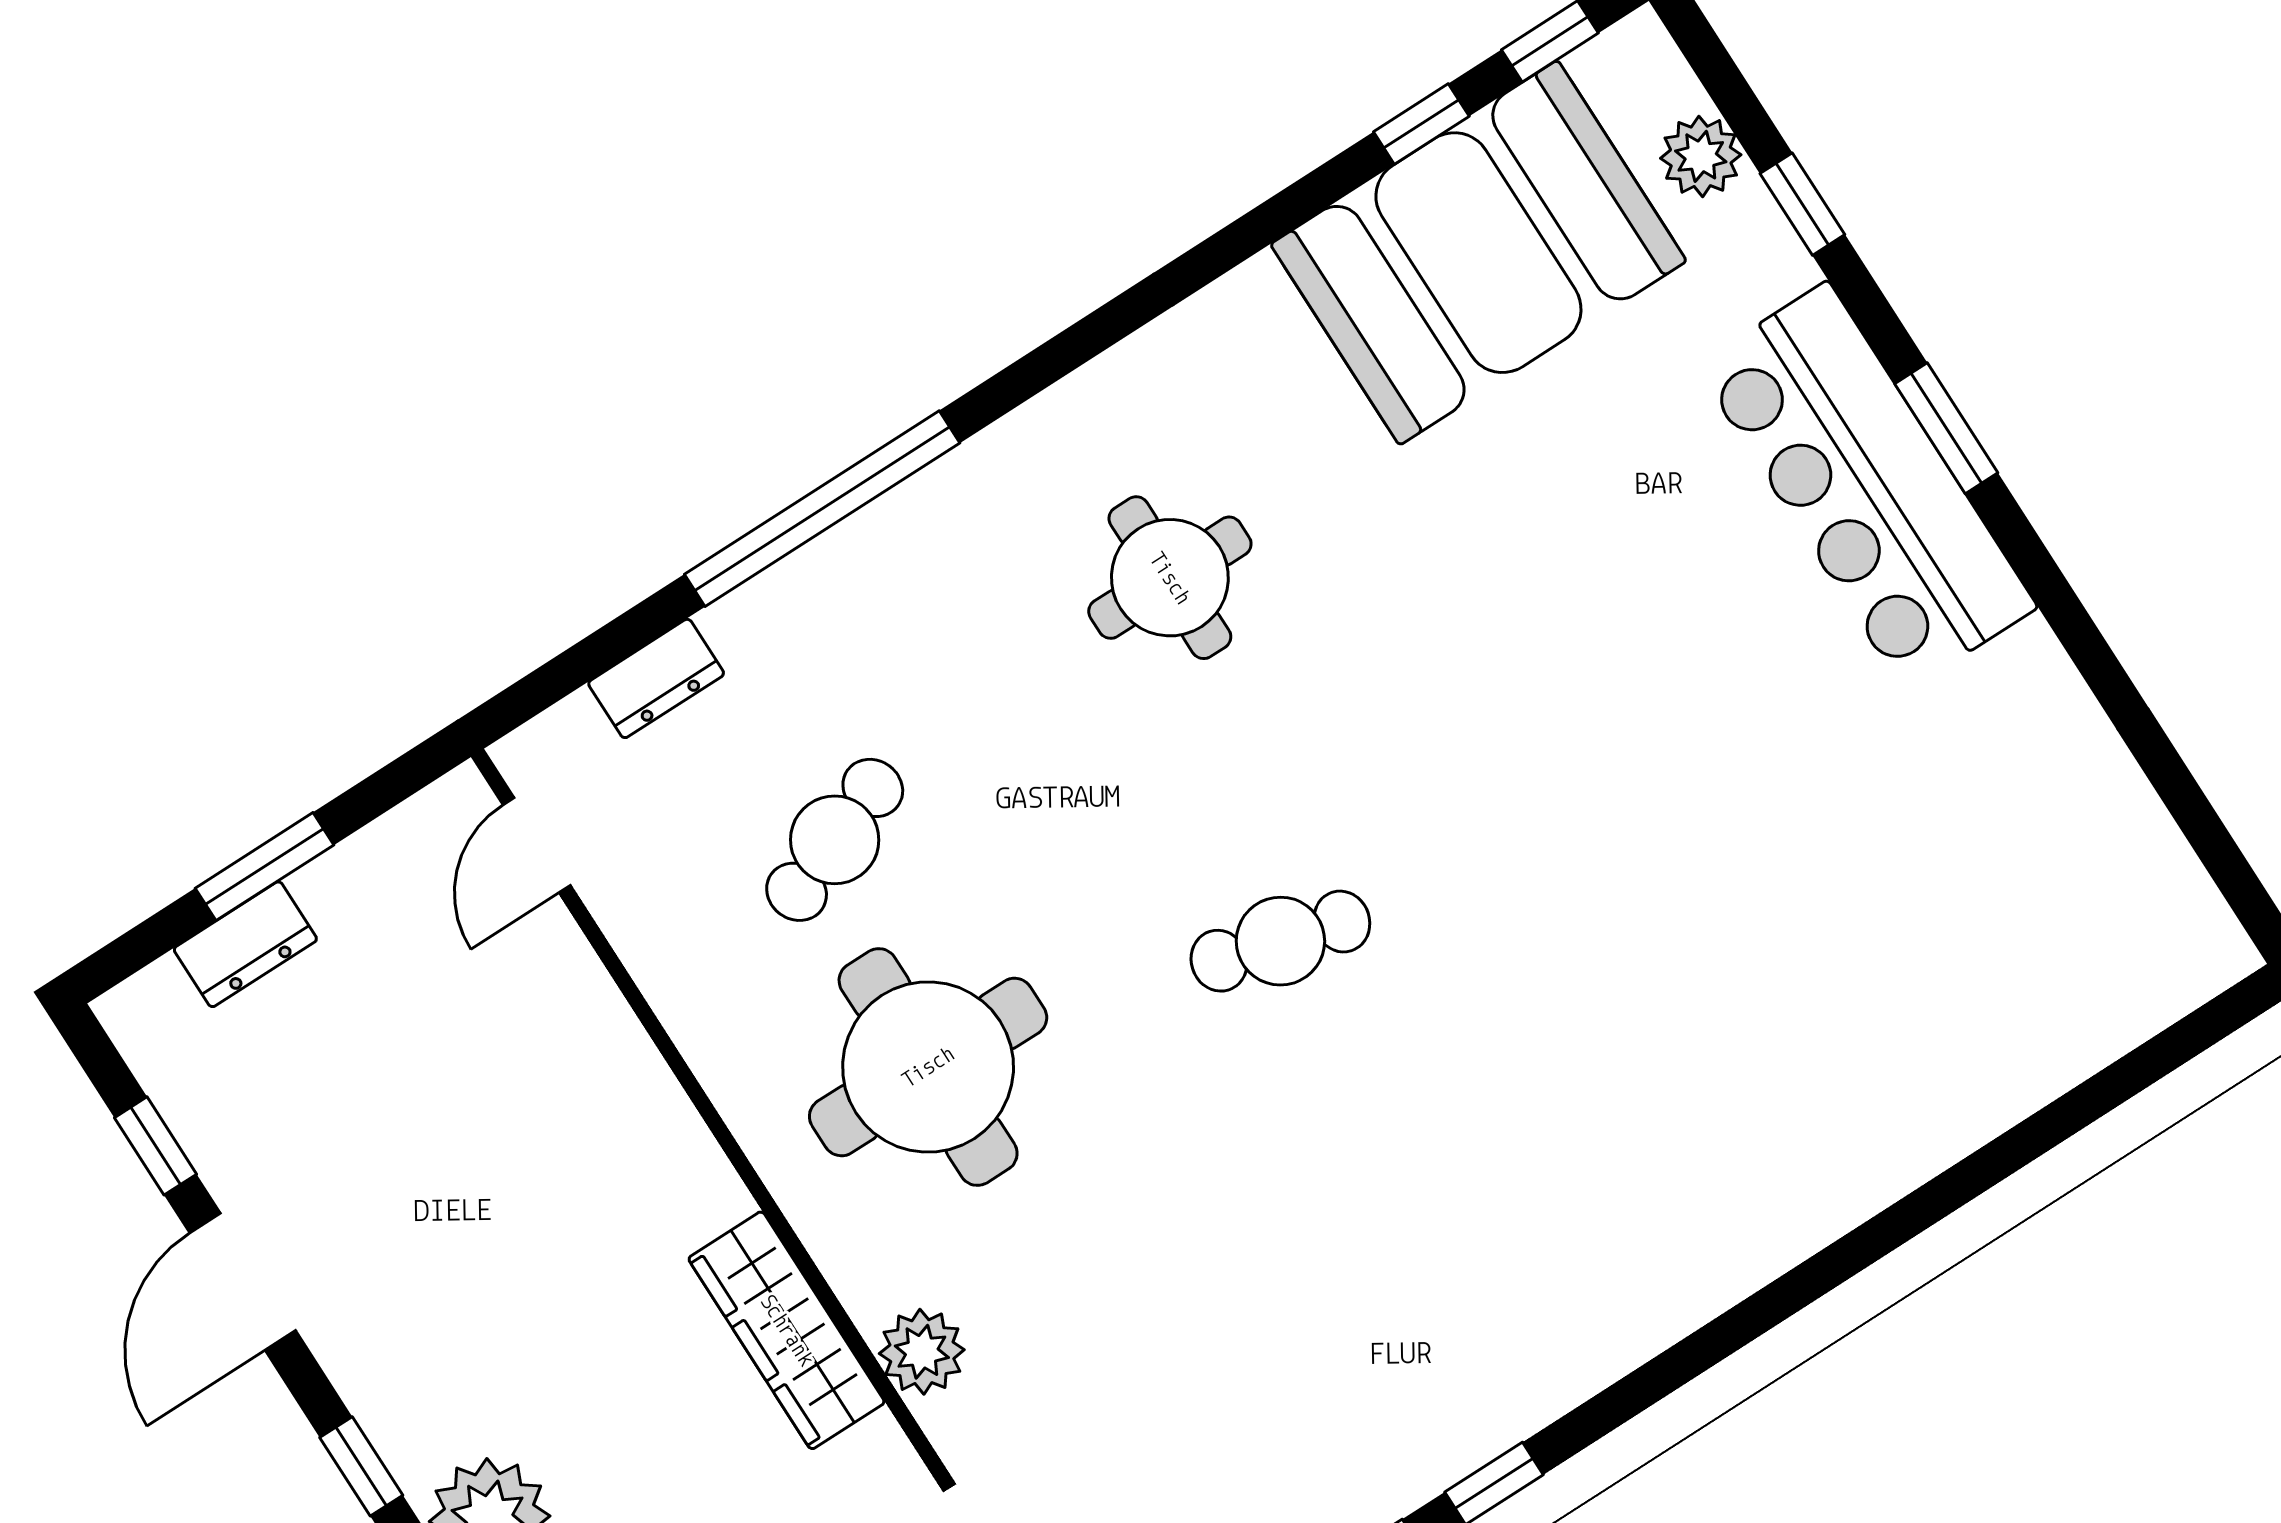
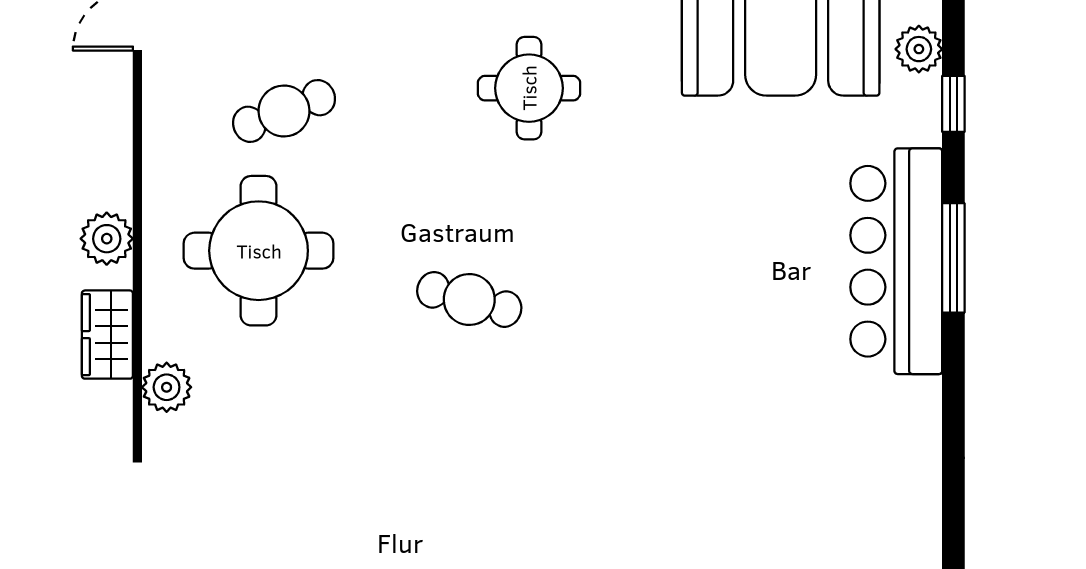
window: (1946, 428) -> (953, 258), width x1.44
plant: (696, 1191) -> (107, 239), added
wardrobe: (787, 1330) -> (107, 335), width x0.67

